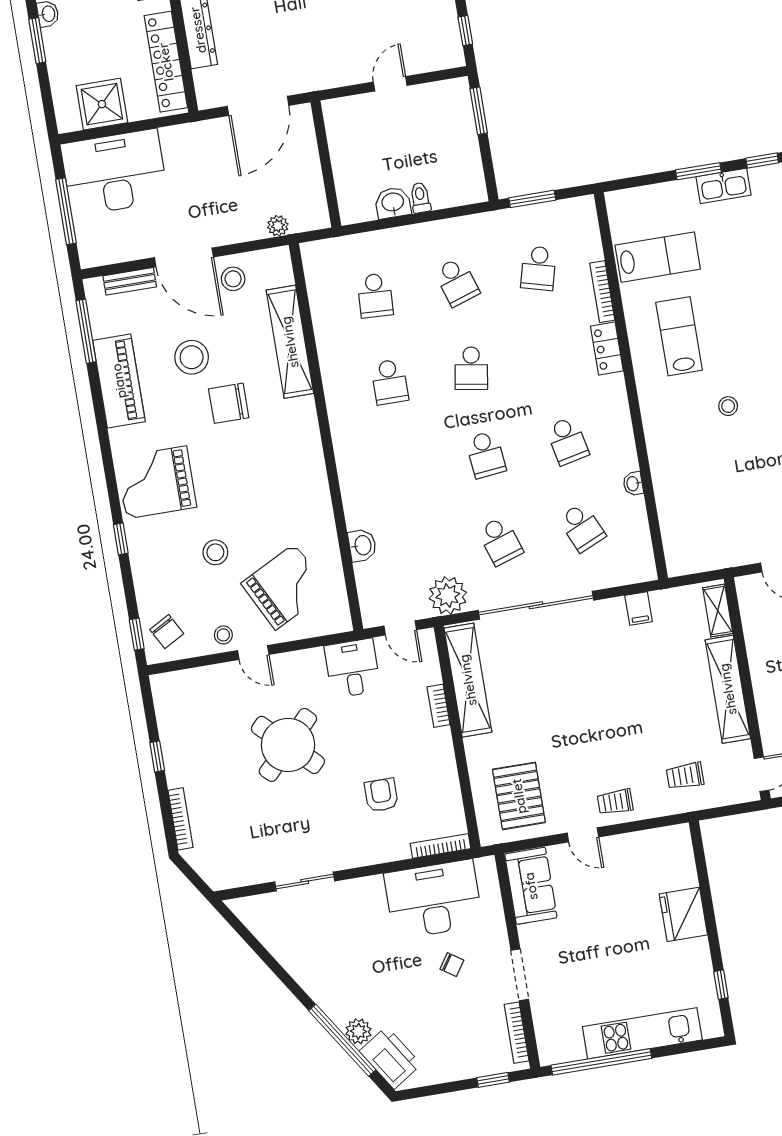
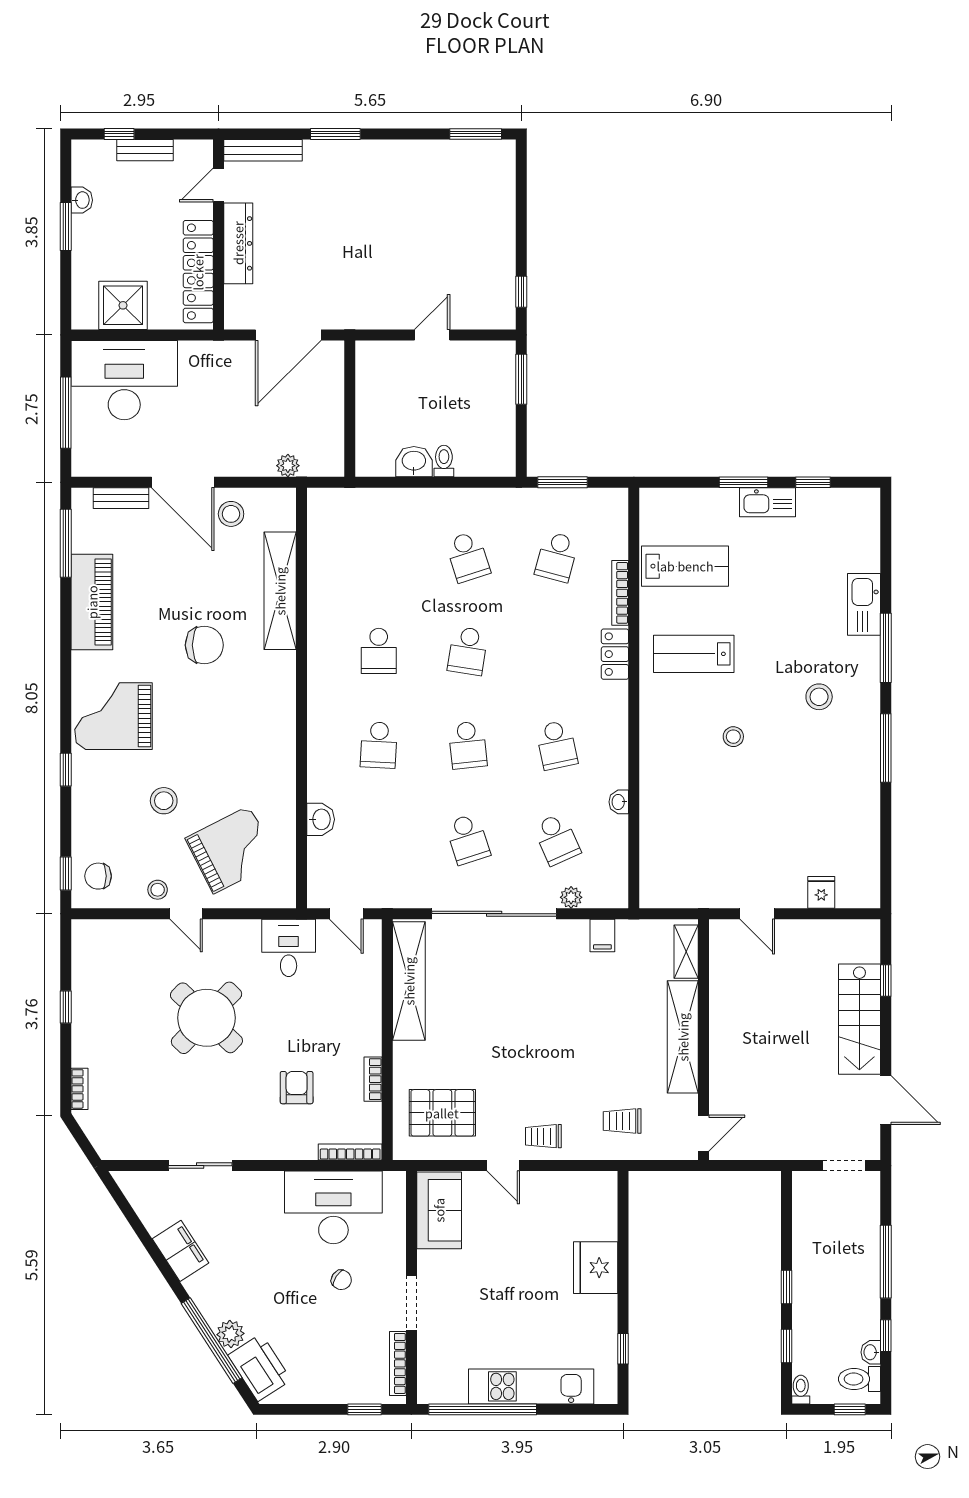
school desk: (375, 296) -> (379, 745), moved
lab bench: (679, 336) -> (694, 654), turned -90
stool: (192, 357) -> (173, 590), removed
chair: (229, 403) -> (204, 645), turned 180
plant: (448, 595) -> (571, 897), moved, width x0.53, depth x0.53
chair: (167, 632) -> (98, 876), turned 119
bookcase: (439, 706) -> (373, 1079), moved
pallet: (519, 796) -> (442, 1113), turned 90
bookcase: (181, 819) -> (79, 1089), width x0.64
filing cabinet: (300, 963) -> (180, 1251), added

